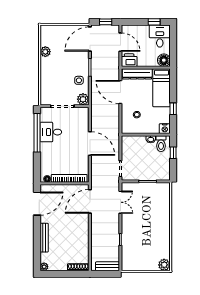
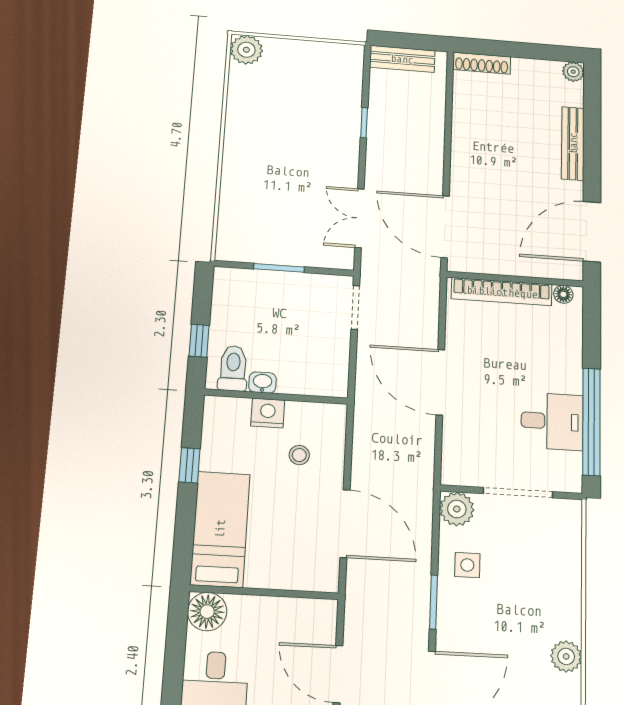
printer: (129, 60) -> (314, 617), removed
dresser: (137, 74) -> (291, 575), removed
nightstand: (165, 129) -> (268, 413), moved
door: (90, 201) -> (445, 227), swing flipped

